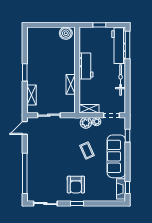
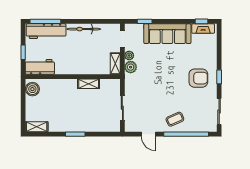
workbench: (86, 66) -> (40, 67), moved
shelving: (31, 95) -> (37, 127), moved
door: (25, 128) -> (148, 134), moved
coffee table: (87, 151) -> (175, 119), moved

